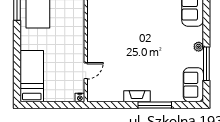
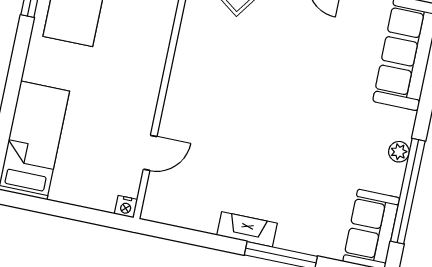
window: (206, 64) -> (408, 191), width x1.46

